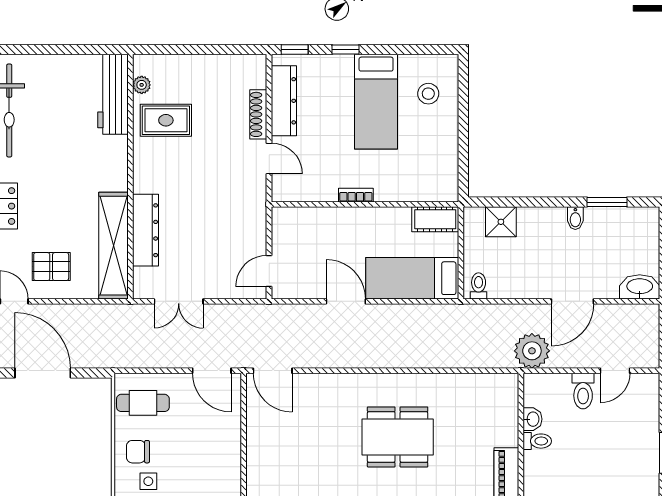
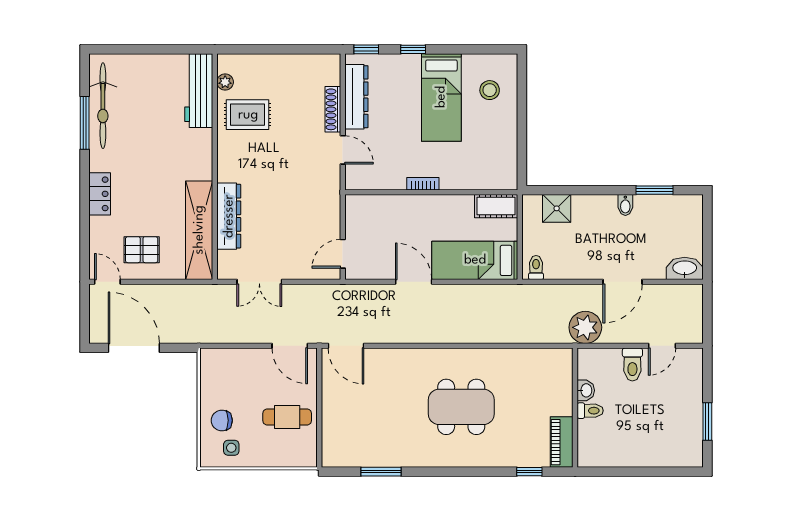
cafe table: (143, 403) -> (287, 417), moved

